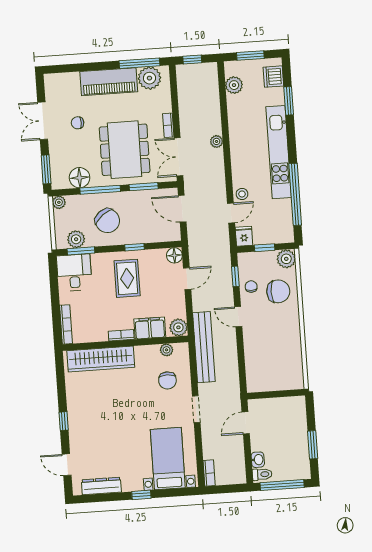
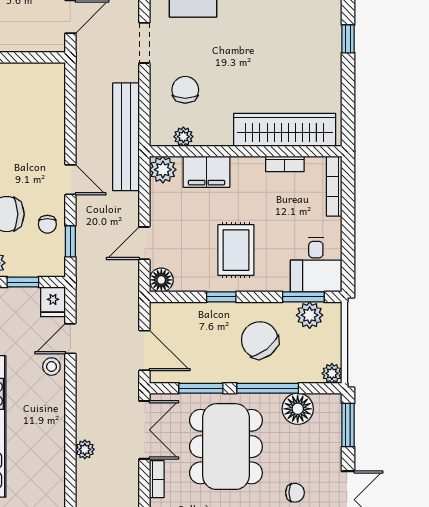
bookcase: (121, 335) -> (285, 164), moved

